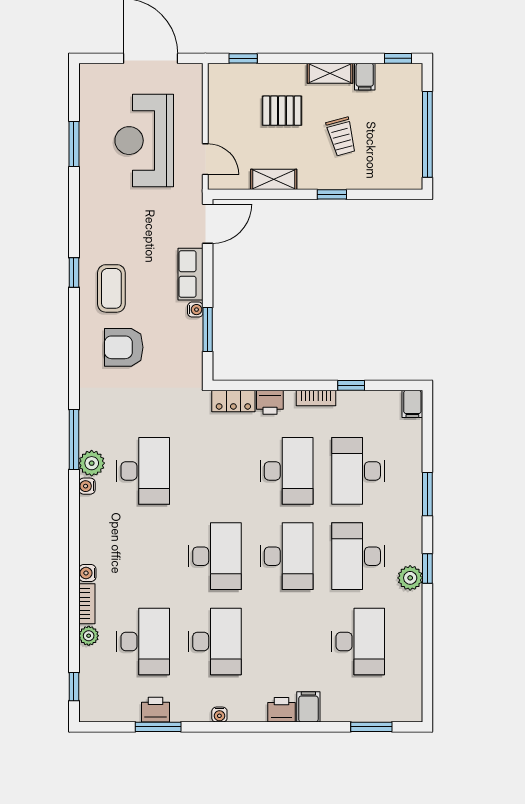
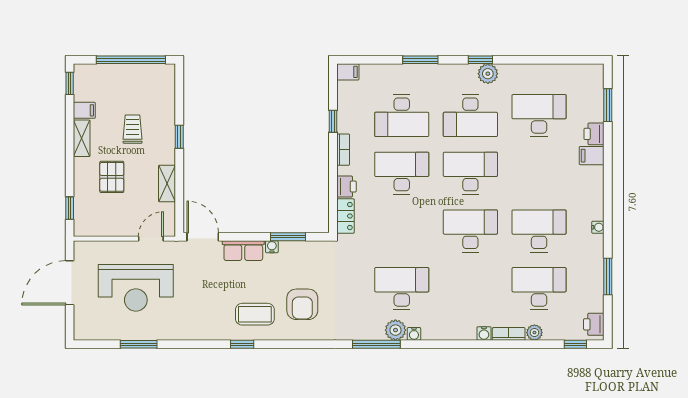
trolley: (341, 137) -> (133, 129), turned -75
printer: (156, 710) -> (594, 324), moved
printer: (281, 710) -> (594, 134), moved

